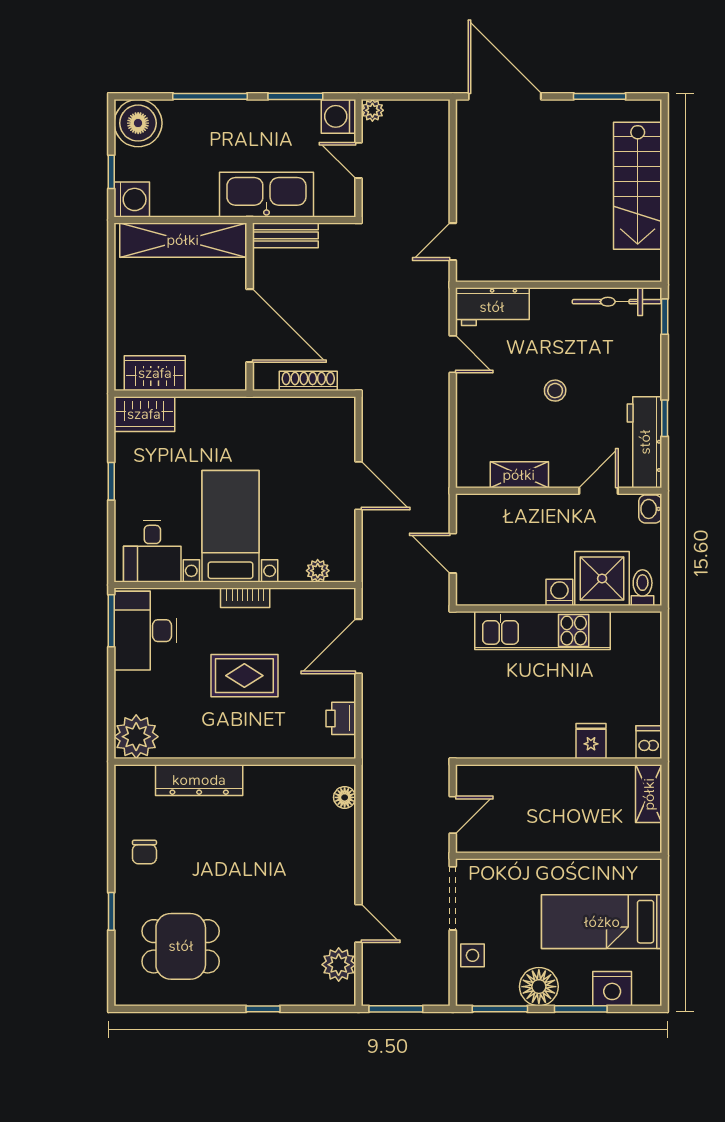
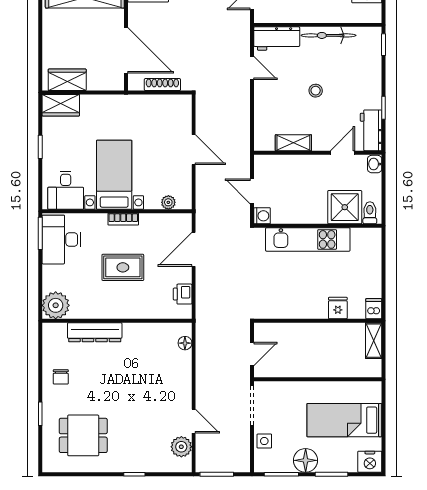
bicycle: (617, 302) -> (328, 35), moved
workbench: (645, 442) -> (371, 130), width x0.73
washing machine: (559, 592) -> (262, 216), moved, turned 90
nightstand: (612, 989) -> (370, 462), moved

